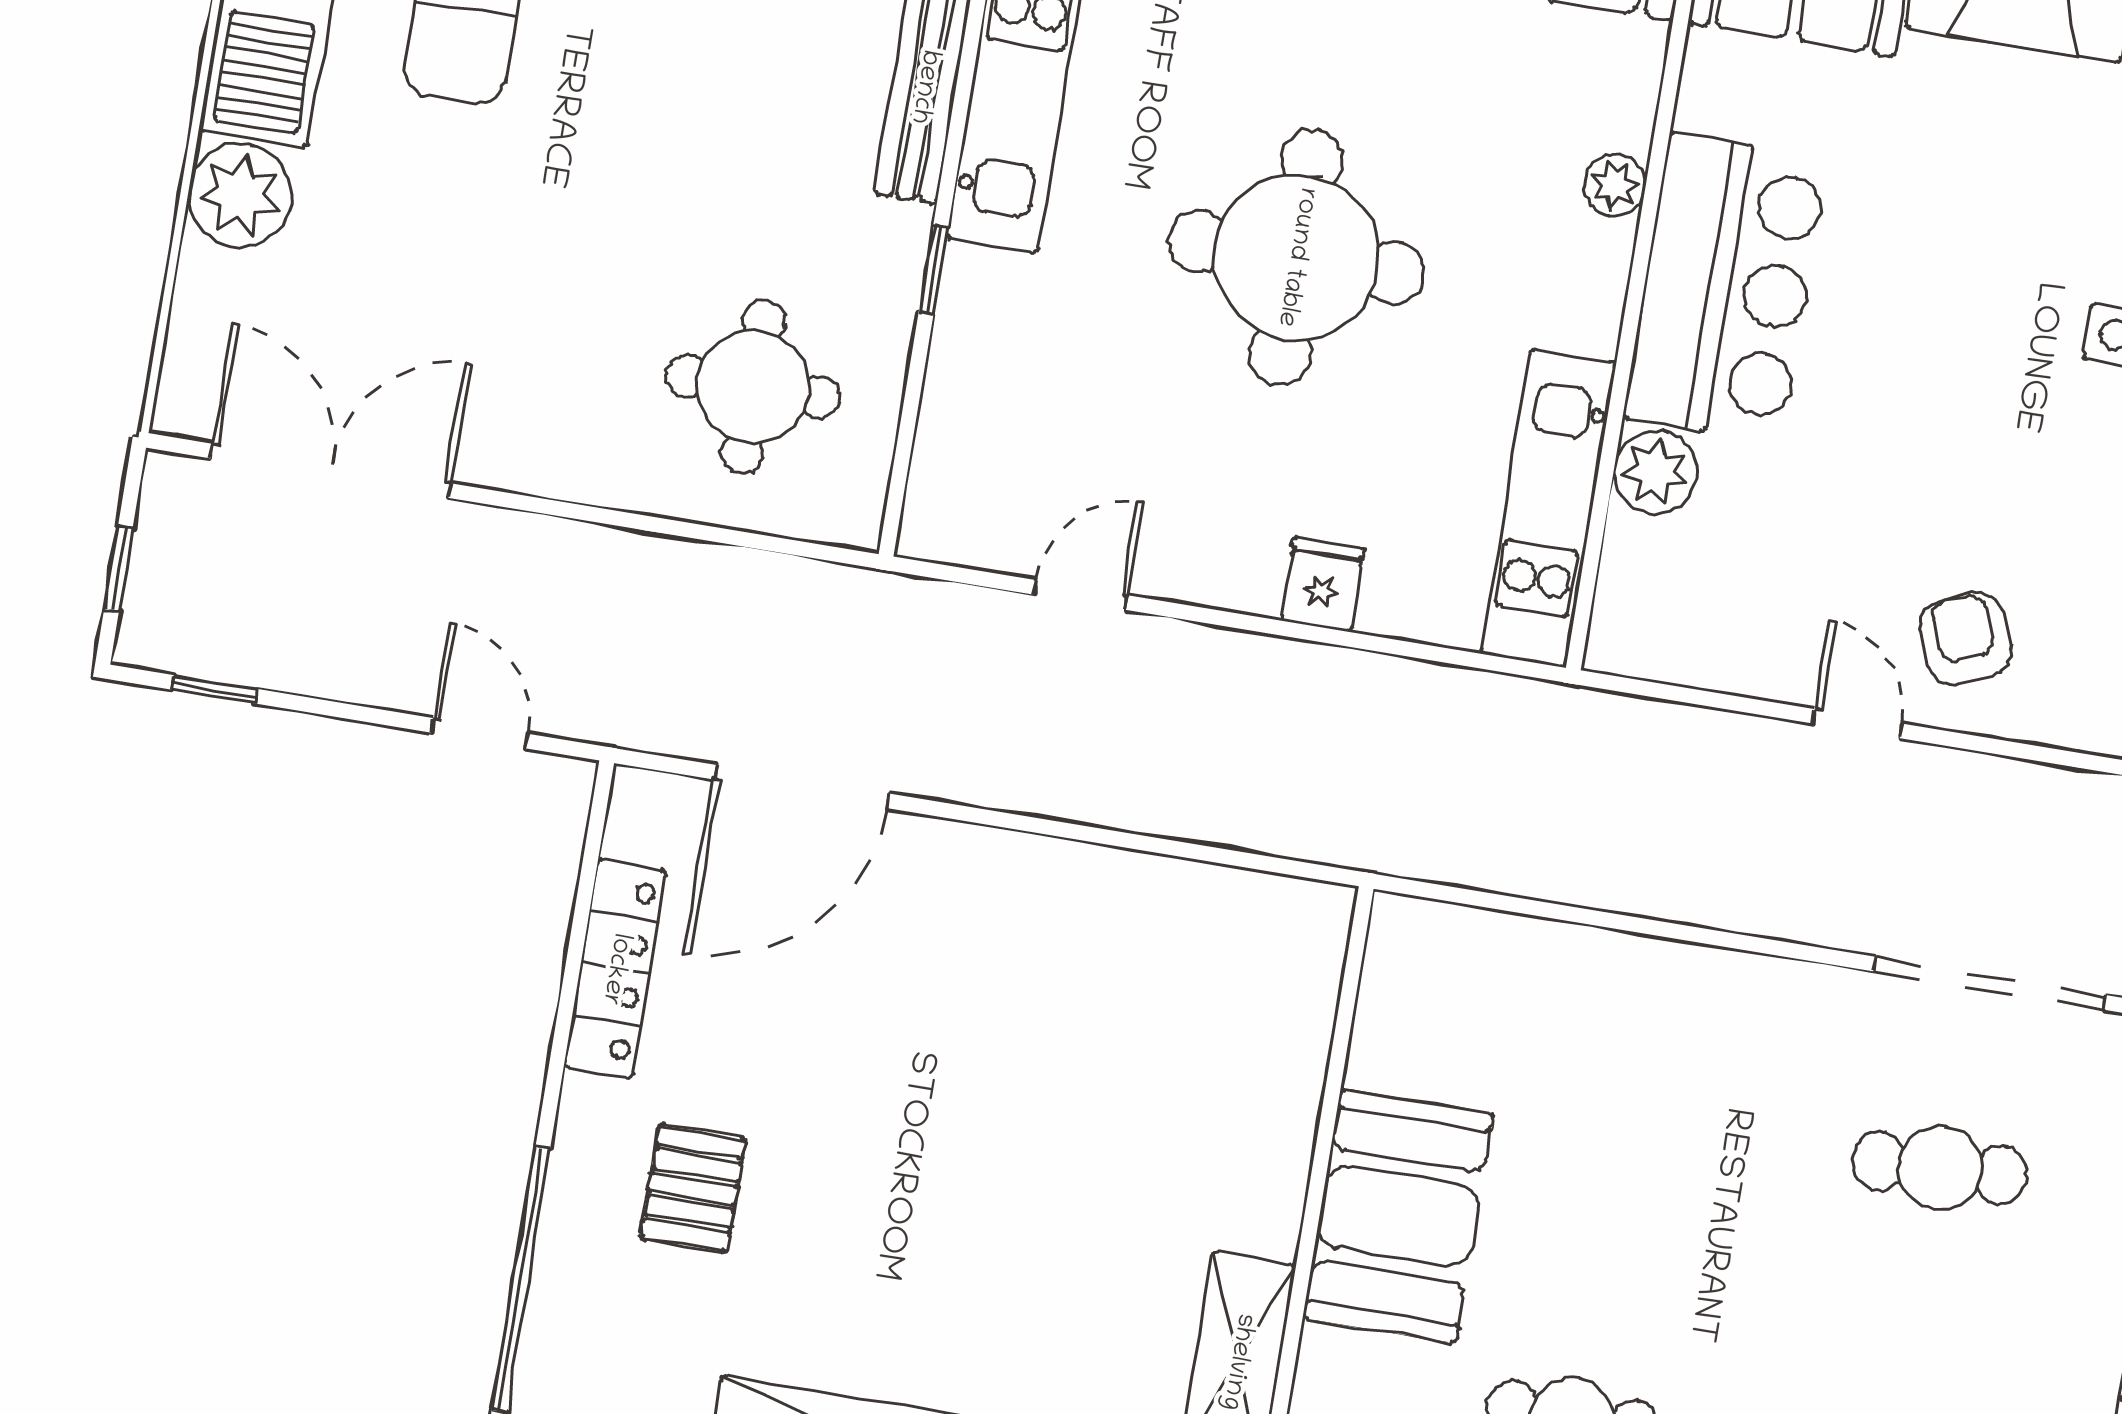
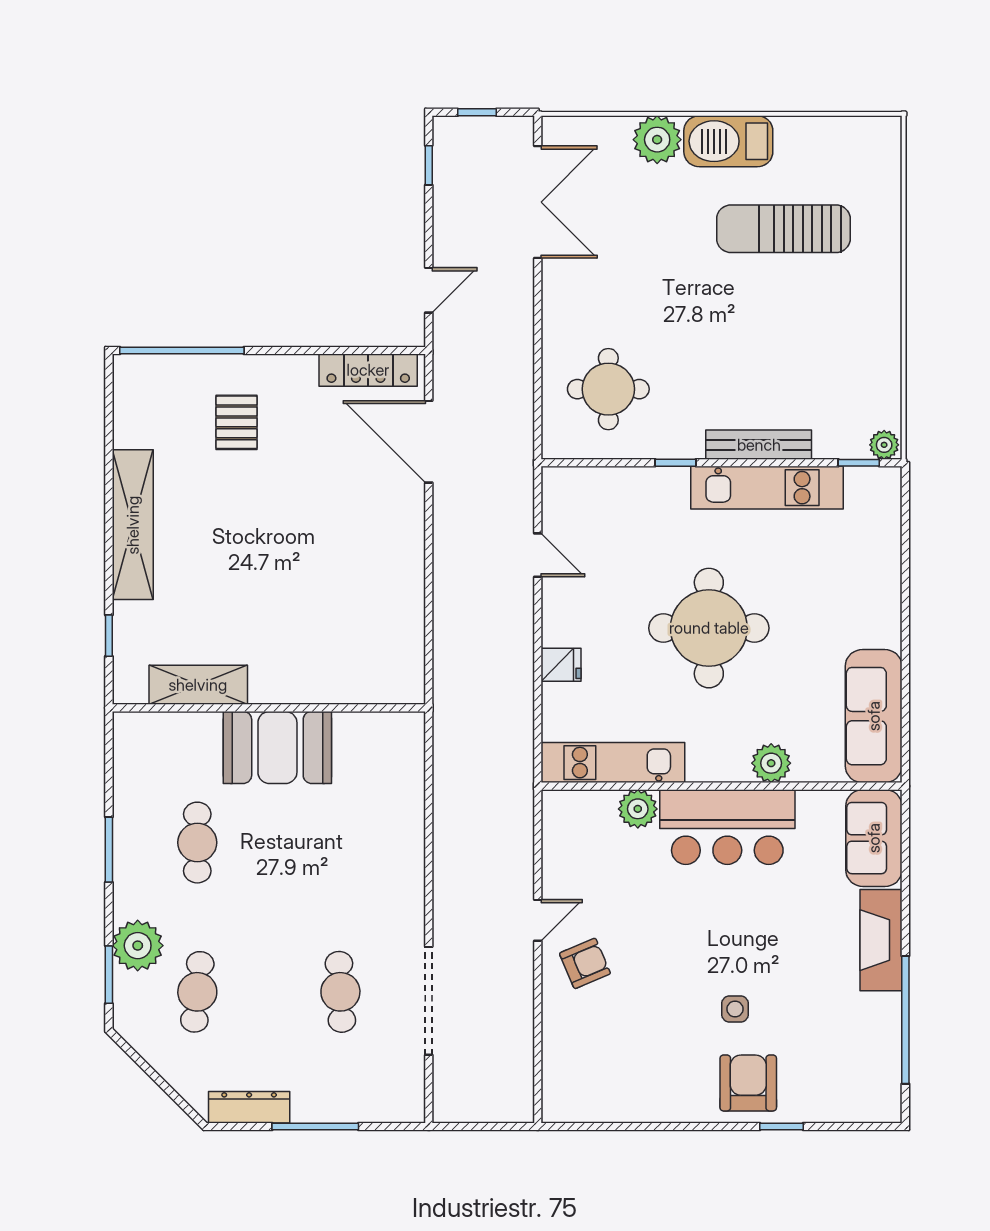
plant: (1615, 185) -> (771, 763), width x1.38, depth x1.38
locker: (615, 969) -> (368, 370), moved
pallet: (693, 1188) -> (237, 422), turned 90

